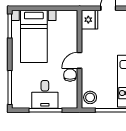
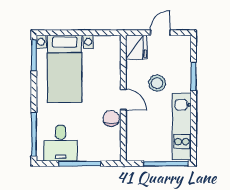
door: (80, 60) -> (123, 100), swing flipped
desk: (45, 94) -> (61, 143), moved
stool: (90, 97) -> (157, 83), moved

